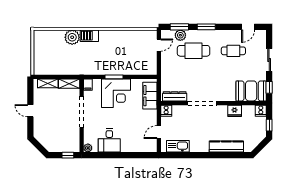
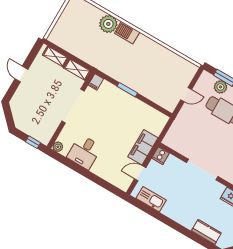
door: (159, 45) -> (186, 95), moved
corner desk: (116, 93) -> (120, 108), removed
filing cabinet: (150, 96) -> (143, 147), moved
dresser: (175, 96) -> (178, 146), removed
kitchen counter: (226, 147) -> (206, 232), width x0.67

